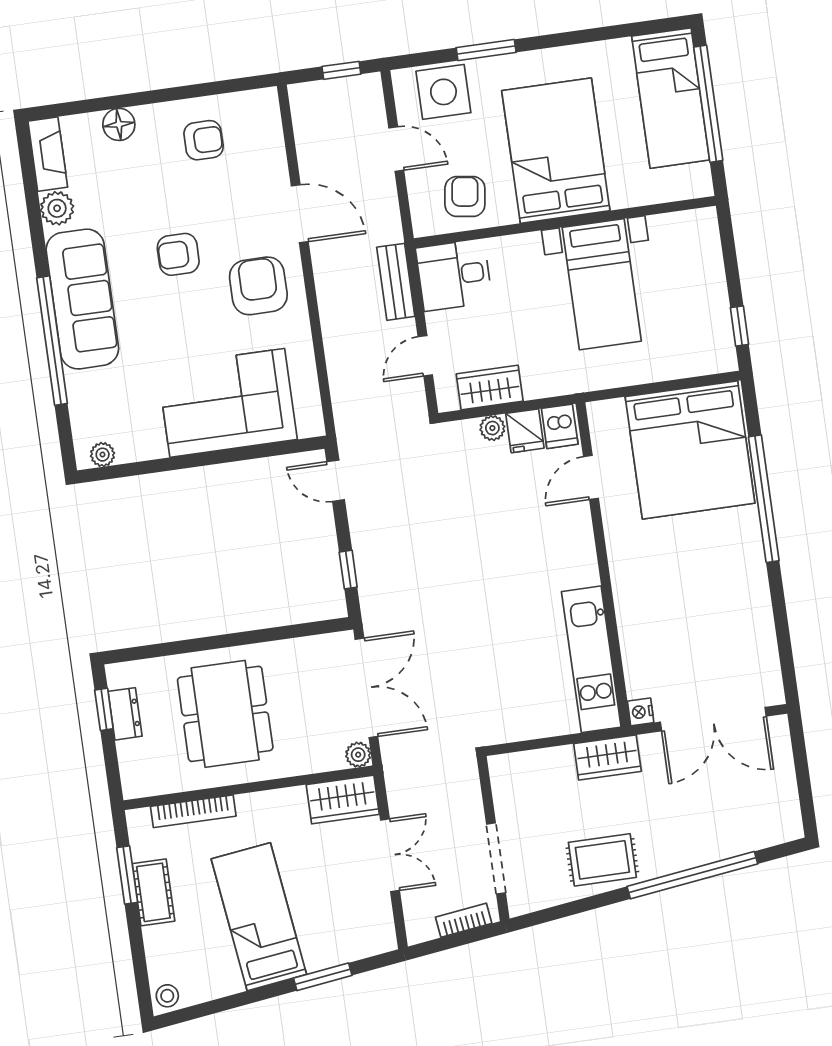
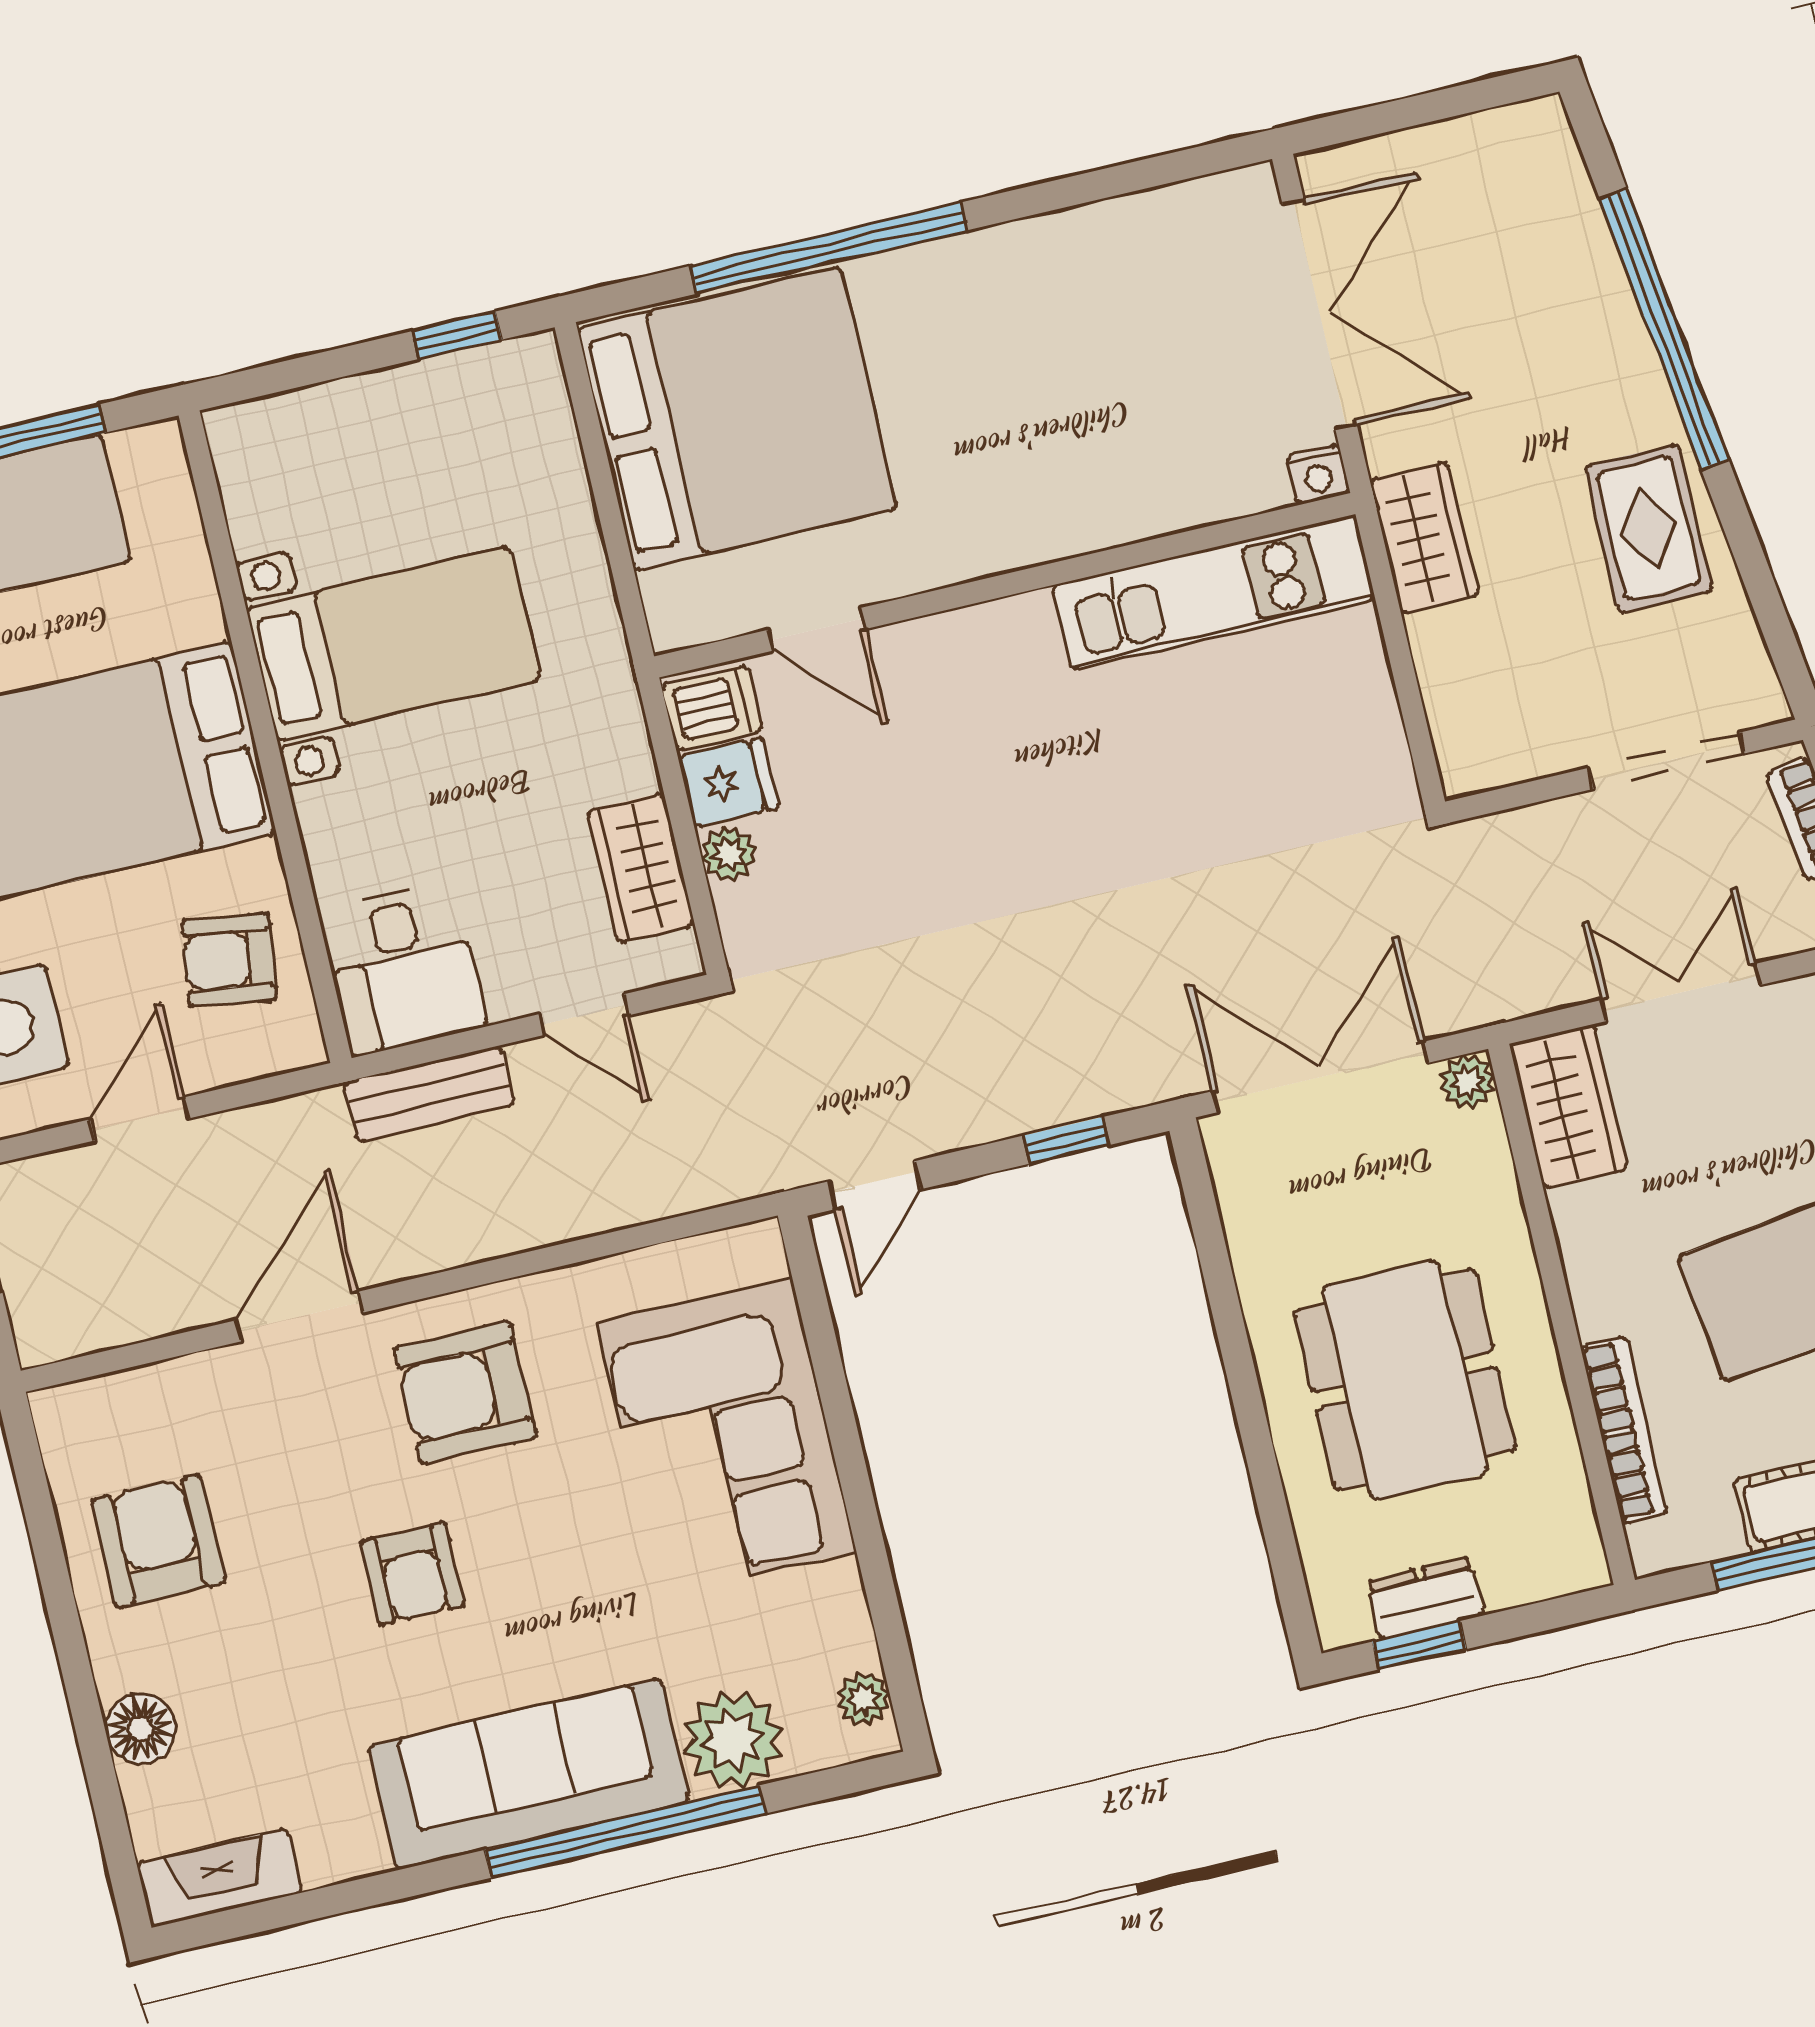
armchair: (204, 140) -> (158, 1541), width x1.38, depth x1.38
plant: (57, 208) -> (733, 1740), moved, width x1.36, depth x1.36
dining table: (225, 714) -> (1405, 1380), turned 90

